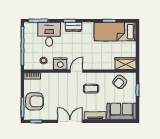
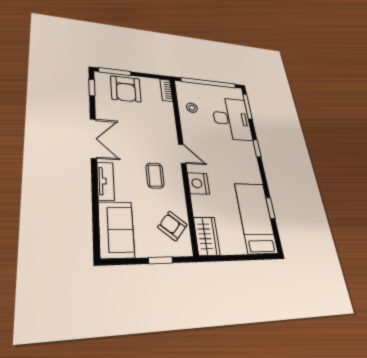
dresser: (73, 27) -> (249, 153), removed
desk: (49, 34) -> (232, 119), width x1.37
nightstand: (60, 64) -> (198, 183), moved

